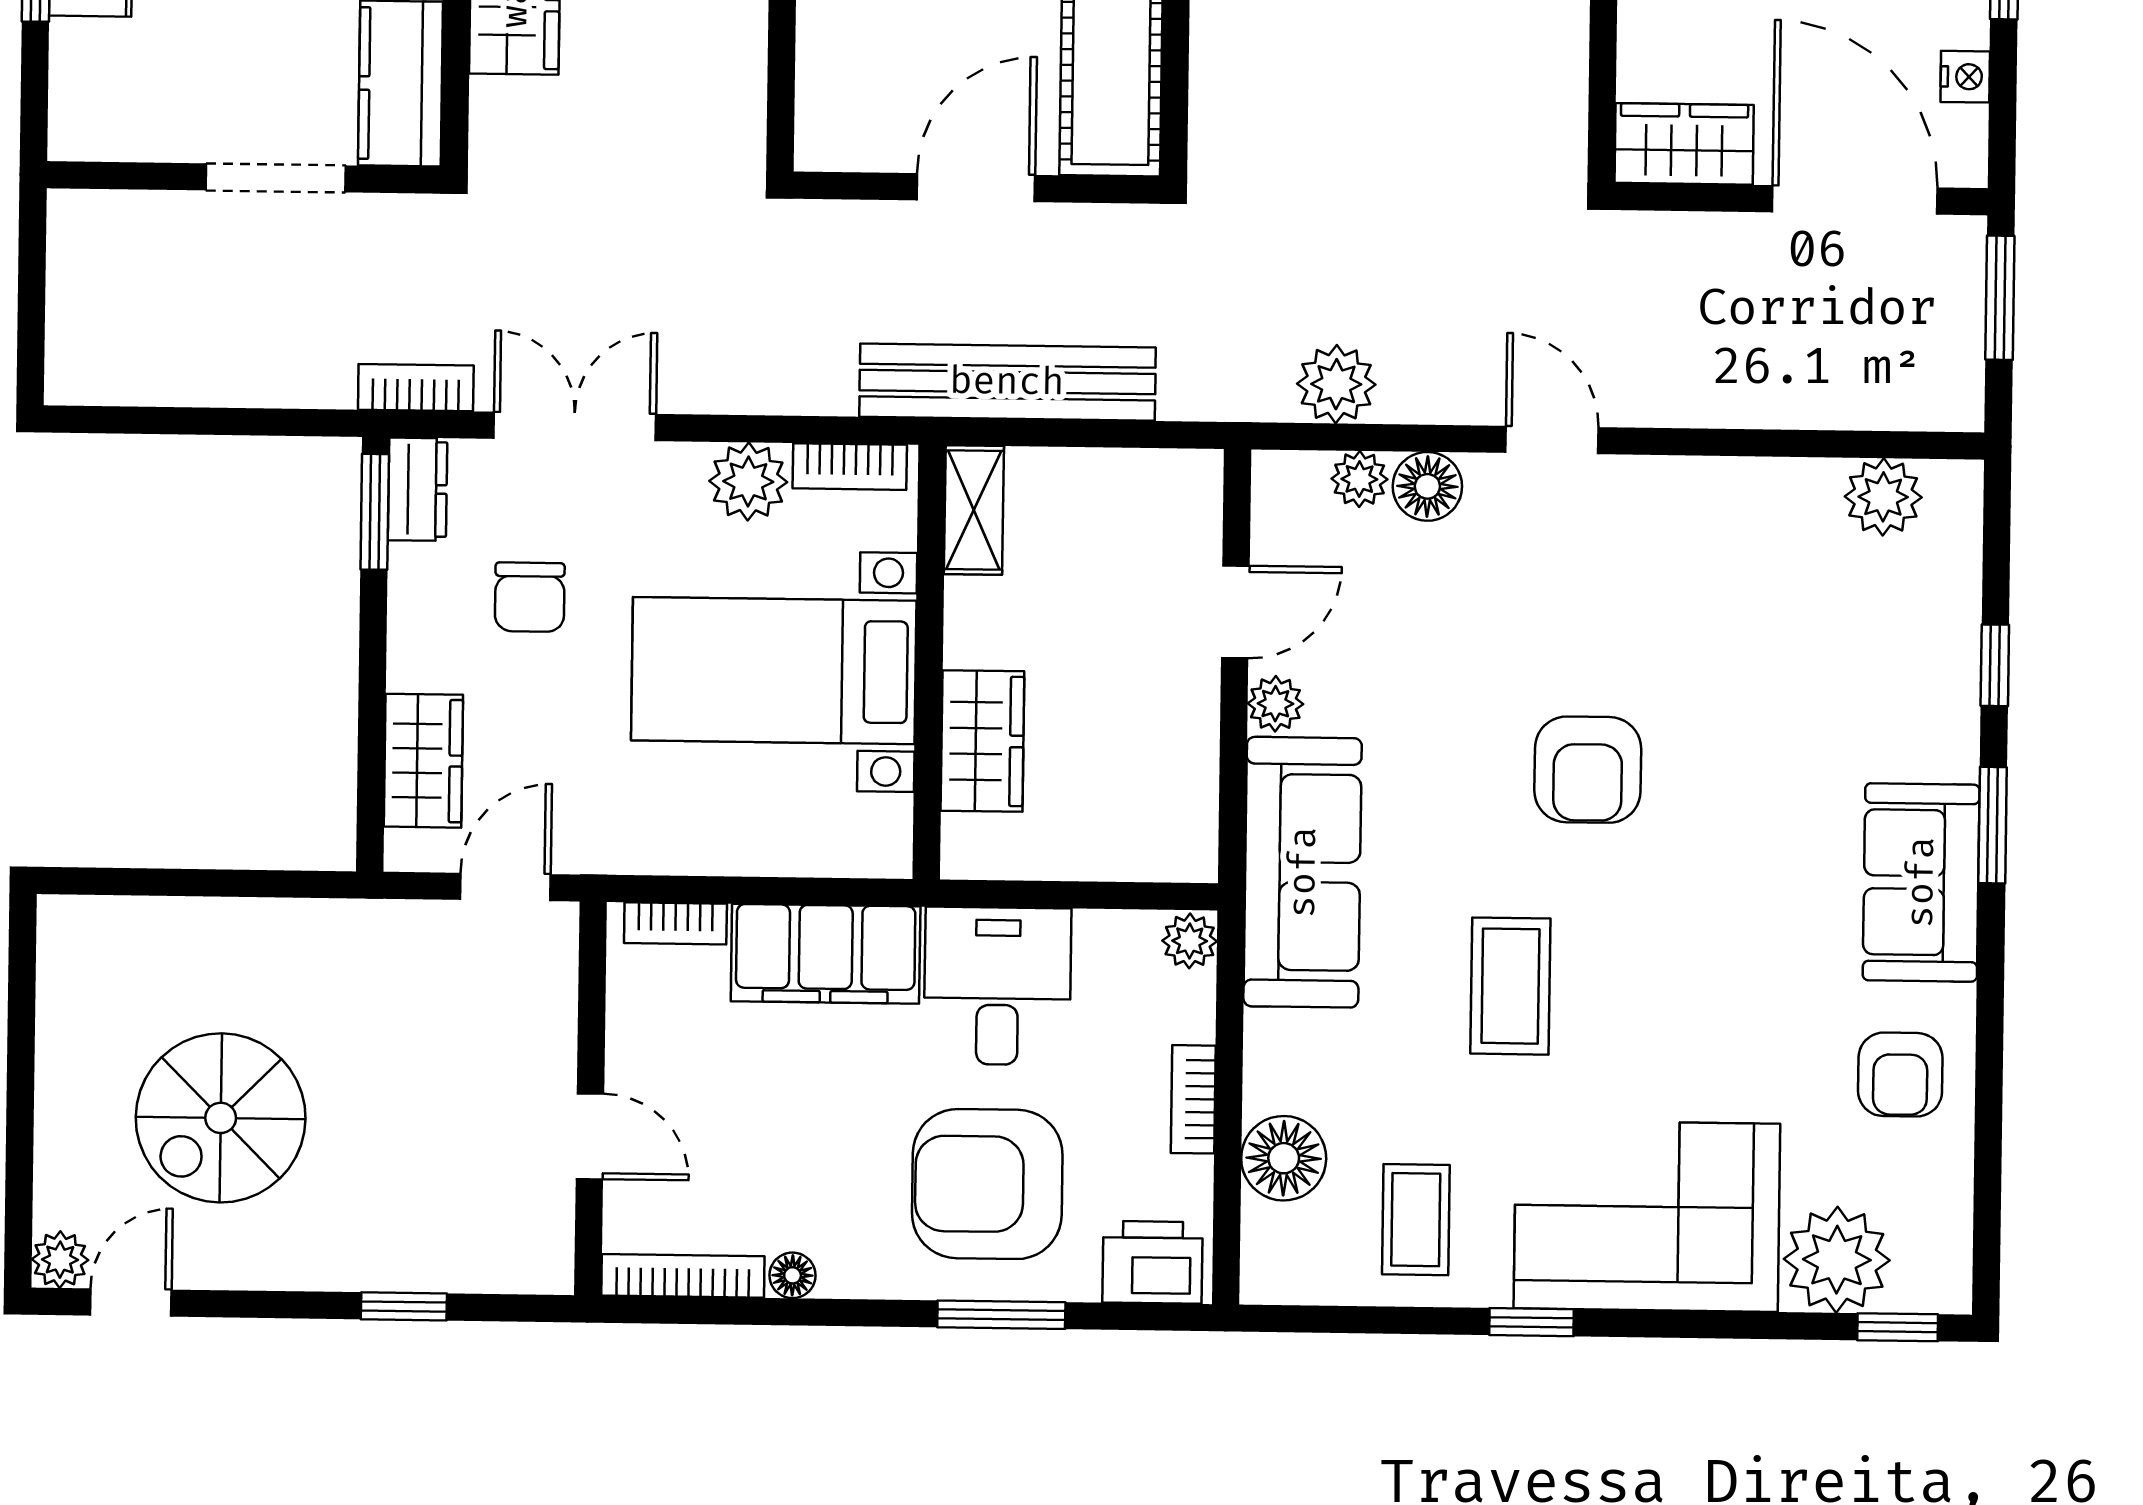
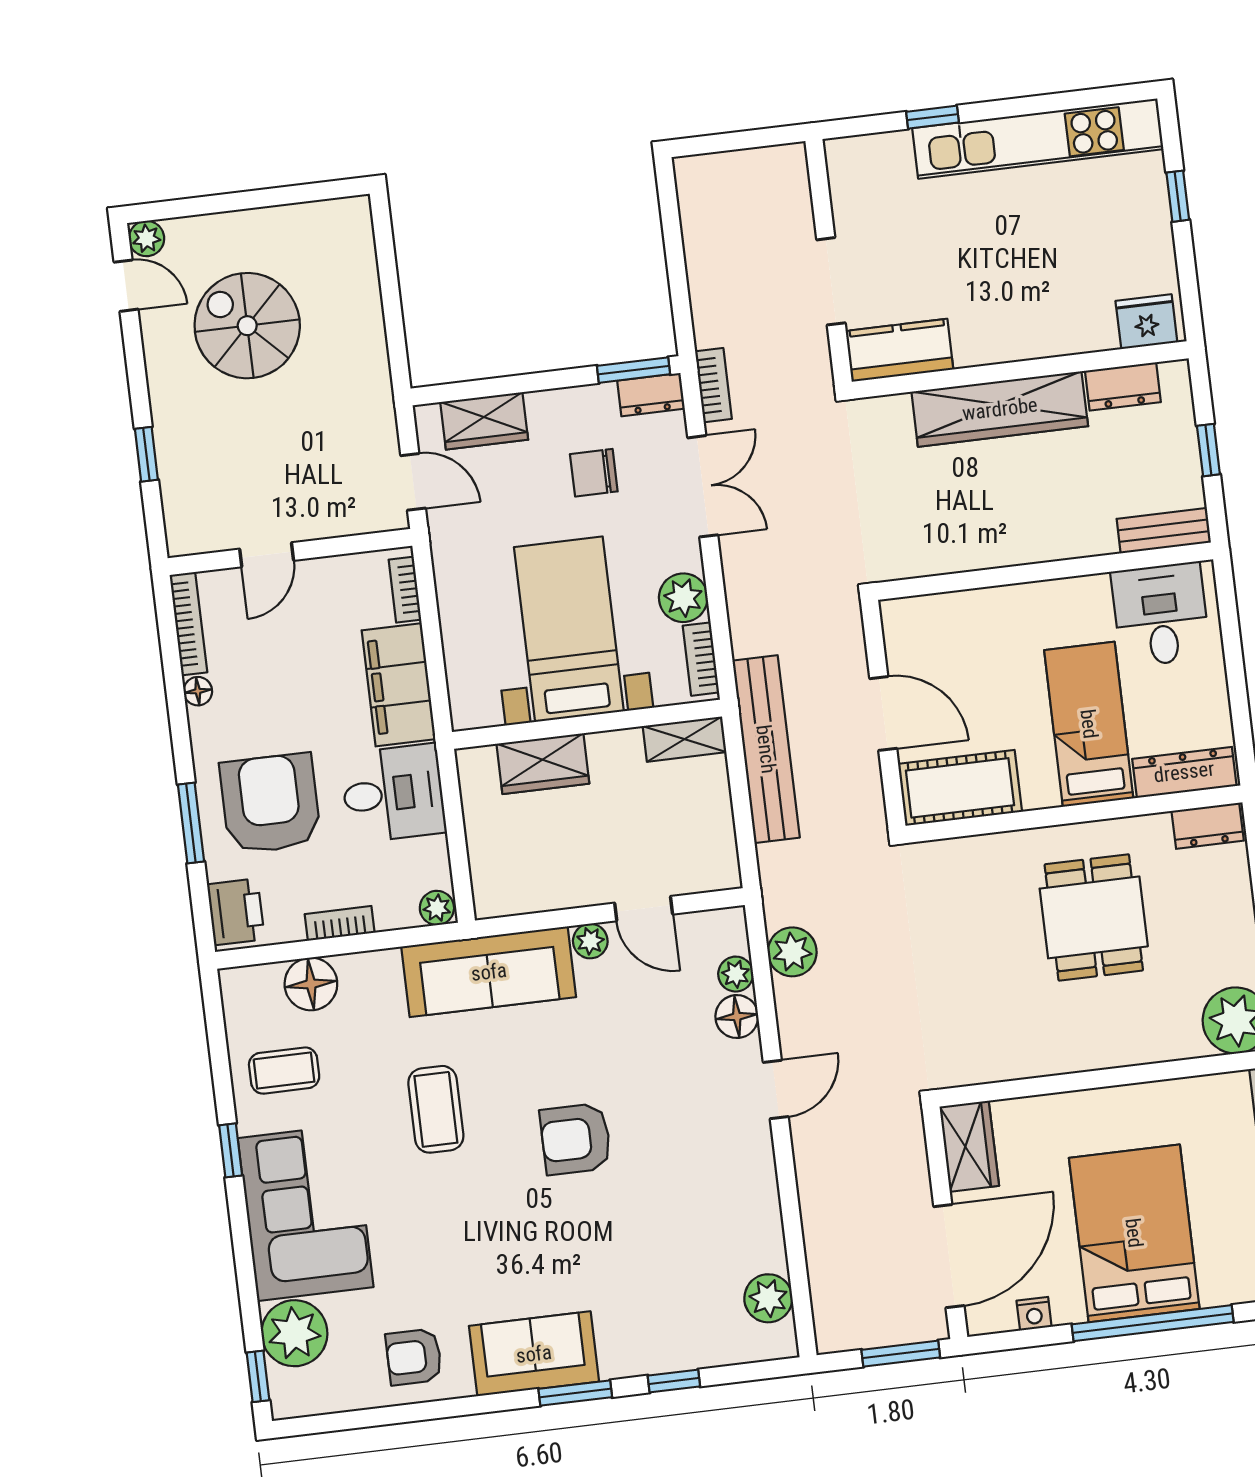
coffee table: (1510, 986) -> (436, 1109), turned 90

